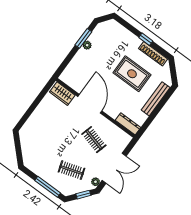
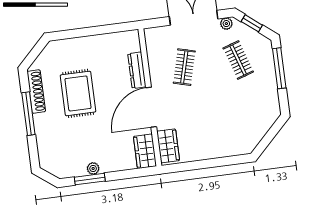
window: (146, 39) -> (28, 114), width x2.17
wardrobe: (71, 79) -> (145, 151), added
bench: (156, 99) -> (80, 44), removed
dresser: (128, 124) -> (137, 70), moved

